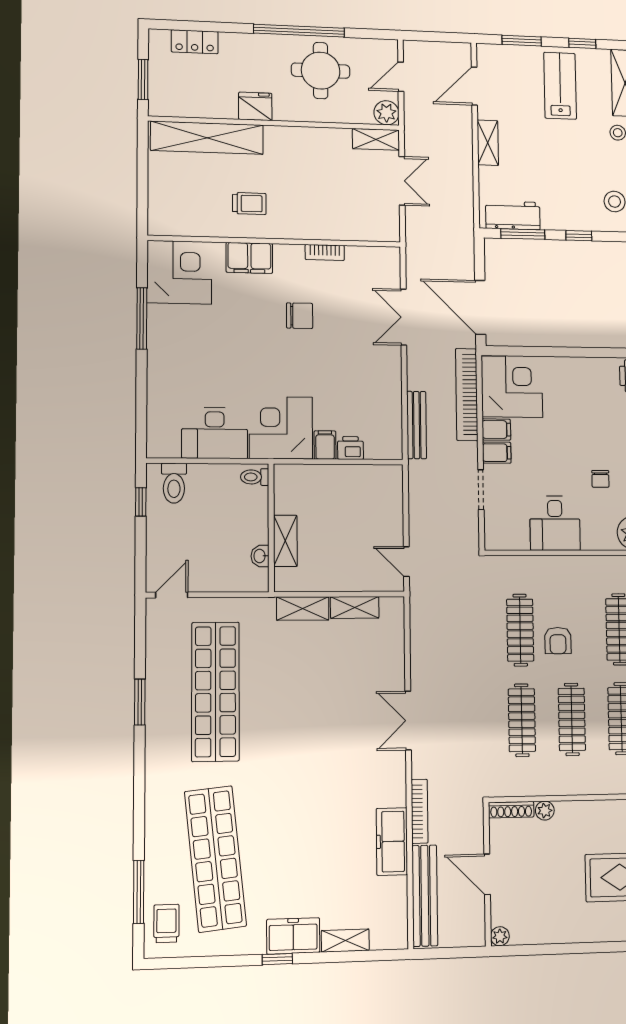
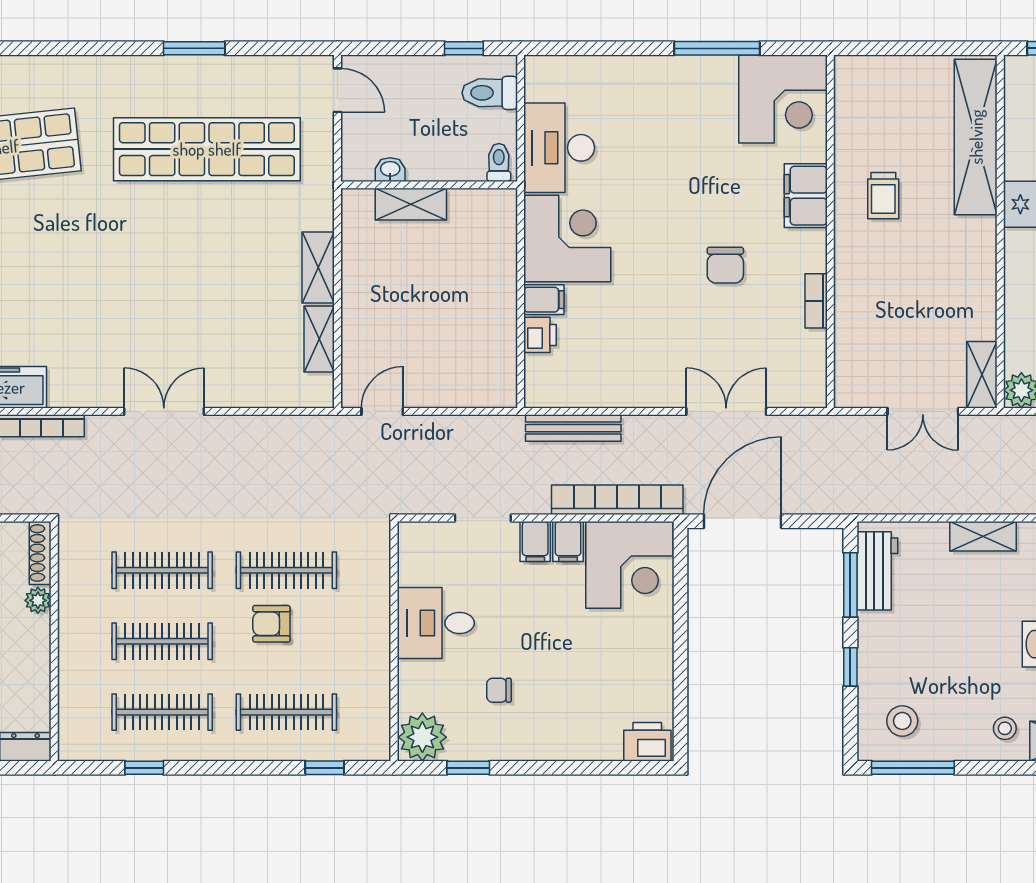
toilet: (255, 477) -> (499, 162), moved
wall: (271, 528) -> (429, 185), moved
shelving: (285, 541) -> (411, 204), moved
washbasin: (260, 556) -> (390, 170), moved

